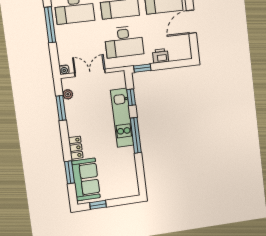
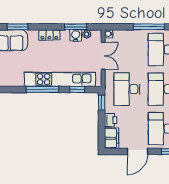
door: (191, 22) -> (137, 151), swing flipped
filing cabinet: (180, 52) -> (111, 138), added
water cooler: (71, 107) -> (76, 35), added
kitchen unit: (122, 118) -> (60, 79), width x1.36
locker: (76, 148) -> (49, 35), moved

